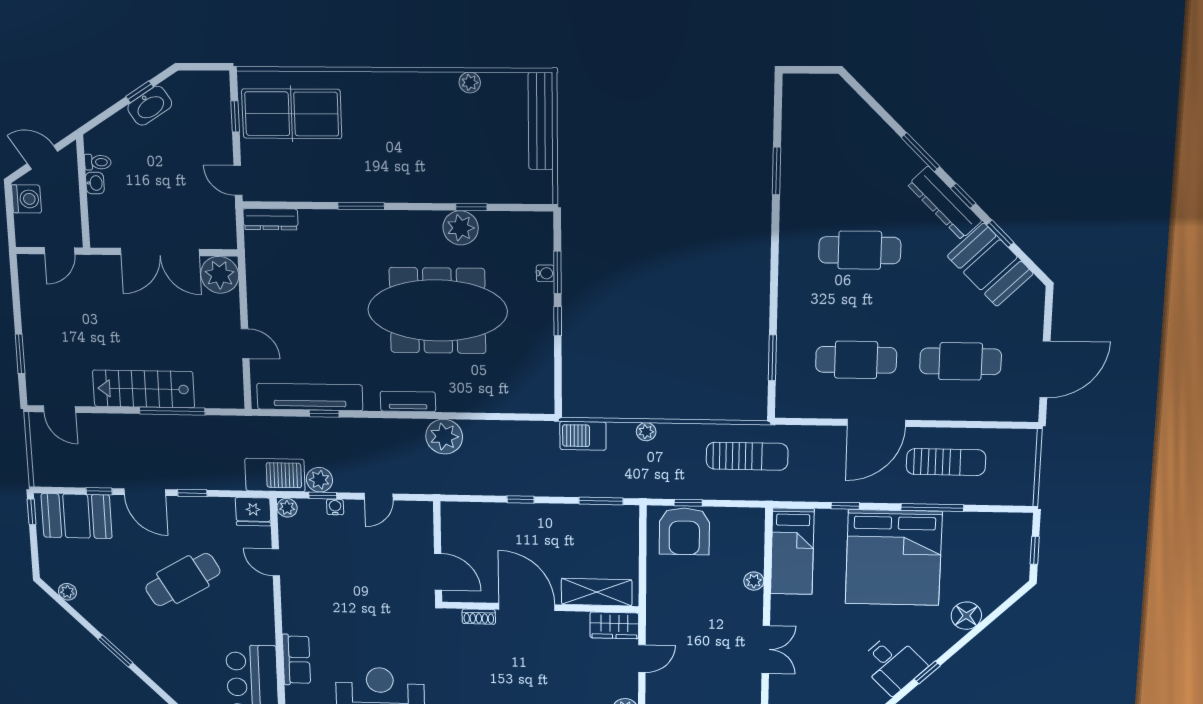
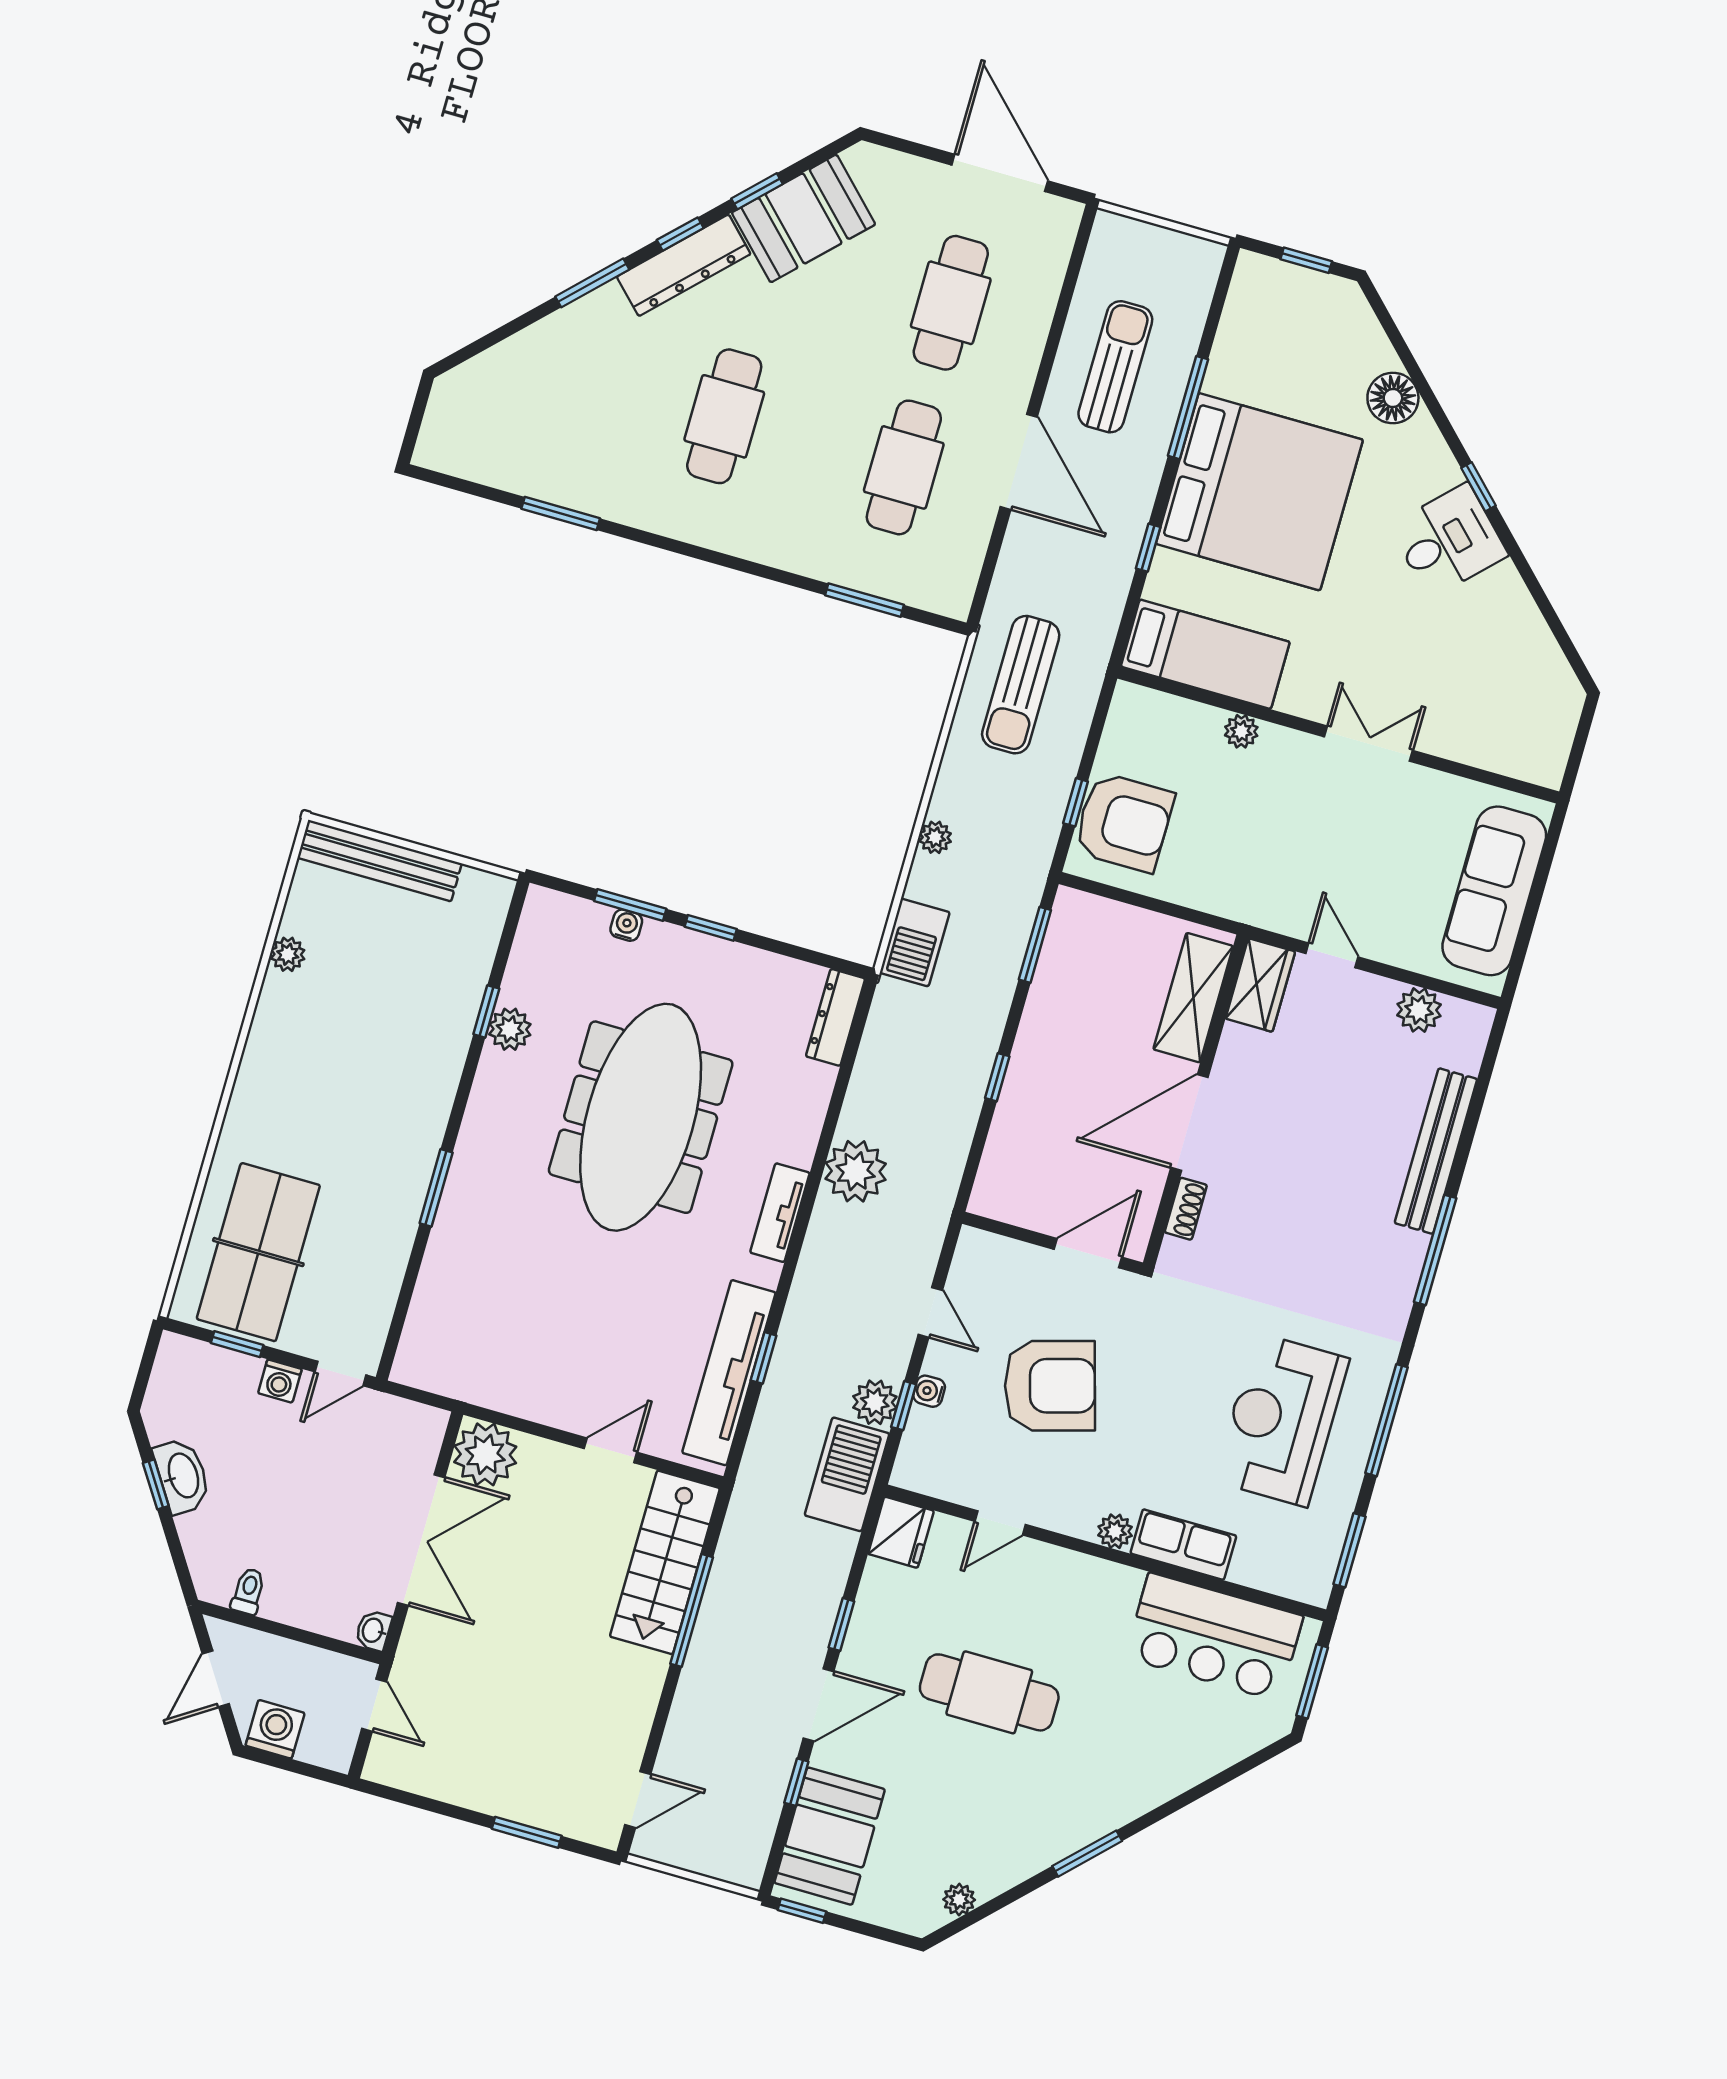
washing machine: (222, 147) -> (280, 1381), added
washbasin: (95, 183) -> (373, 1631), moved, turned -90
dresser: (270, 219) -> (836, 1017), moved, turned 180
plant: (461, 228) -> (510, 1029), width x0.73, depth x0.73
stairs: (144, 389) -> (665, 1562), moved
sun lounger: (747, 456) -> (1021, 685), turned 180
plant: (287, 508) -> (1115, 1531), moved
armchair: (359, 570) -> (1050, 1386), added
cafe table: (183, 580) -> (989, 1692), turned -60

